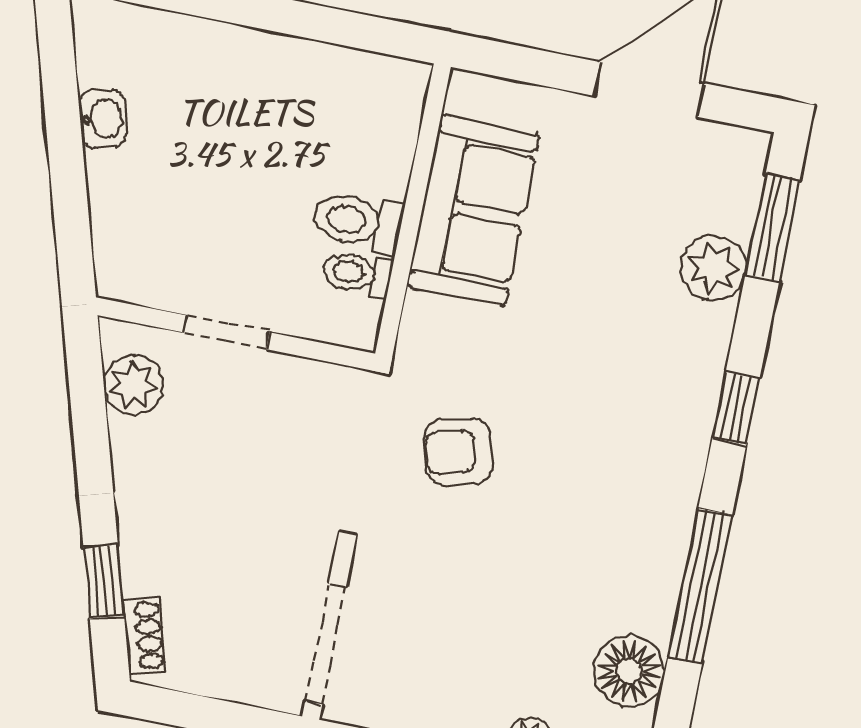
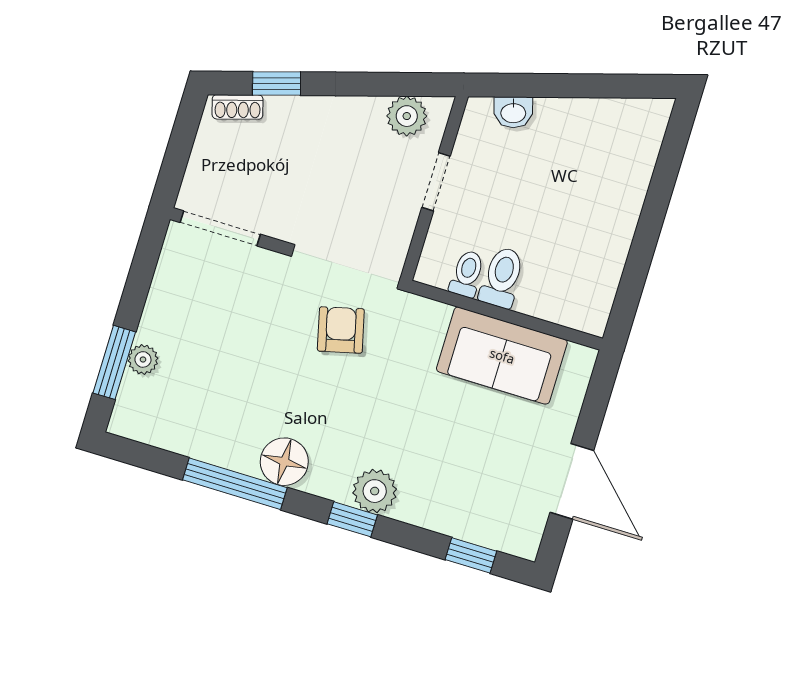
washbasin: (103, 119) -> (513, 112), moved
window: (772, 228) -> (471, 555), width x0.67
plant: (713, 268) -> (375, 491), moved
floor lamp: (629, 671) -> (284, 462), moved

